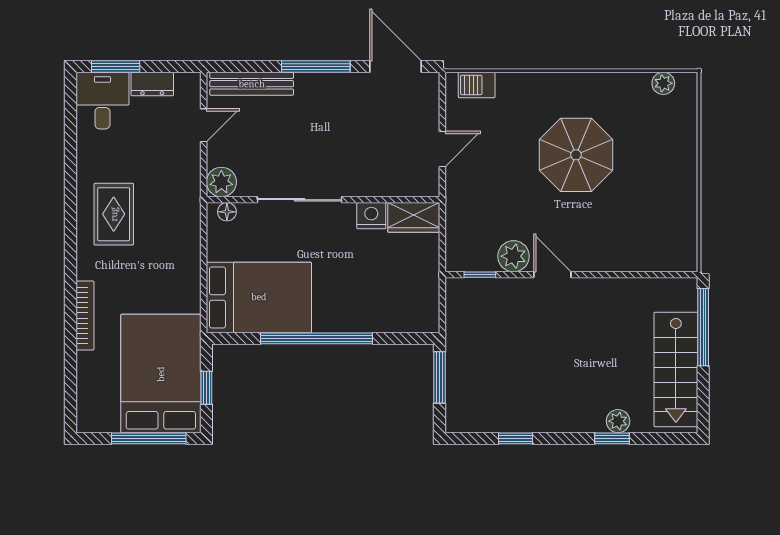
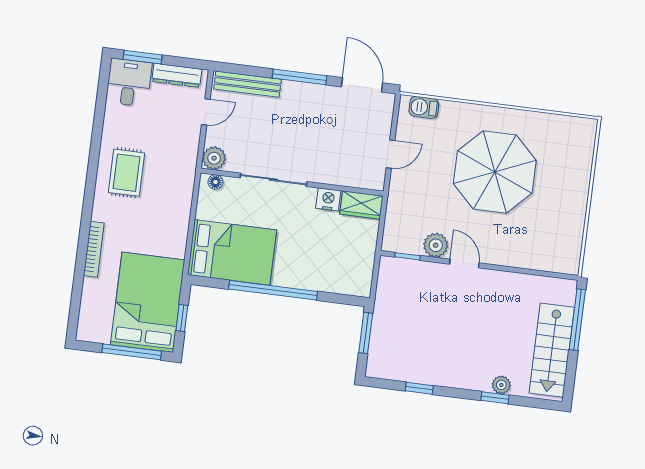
plant: (663, 83) -> (570, 125), removed
dresser: (152, 84) -> (177, 75), width x1.44
parasol: (576, 155) -> (495, 172), width x1.36, depth x1.36

